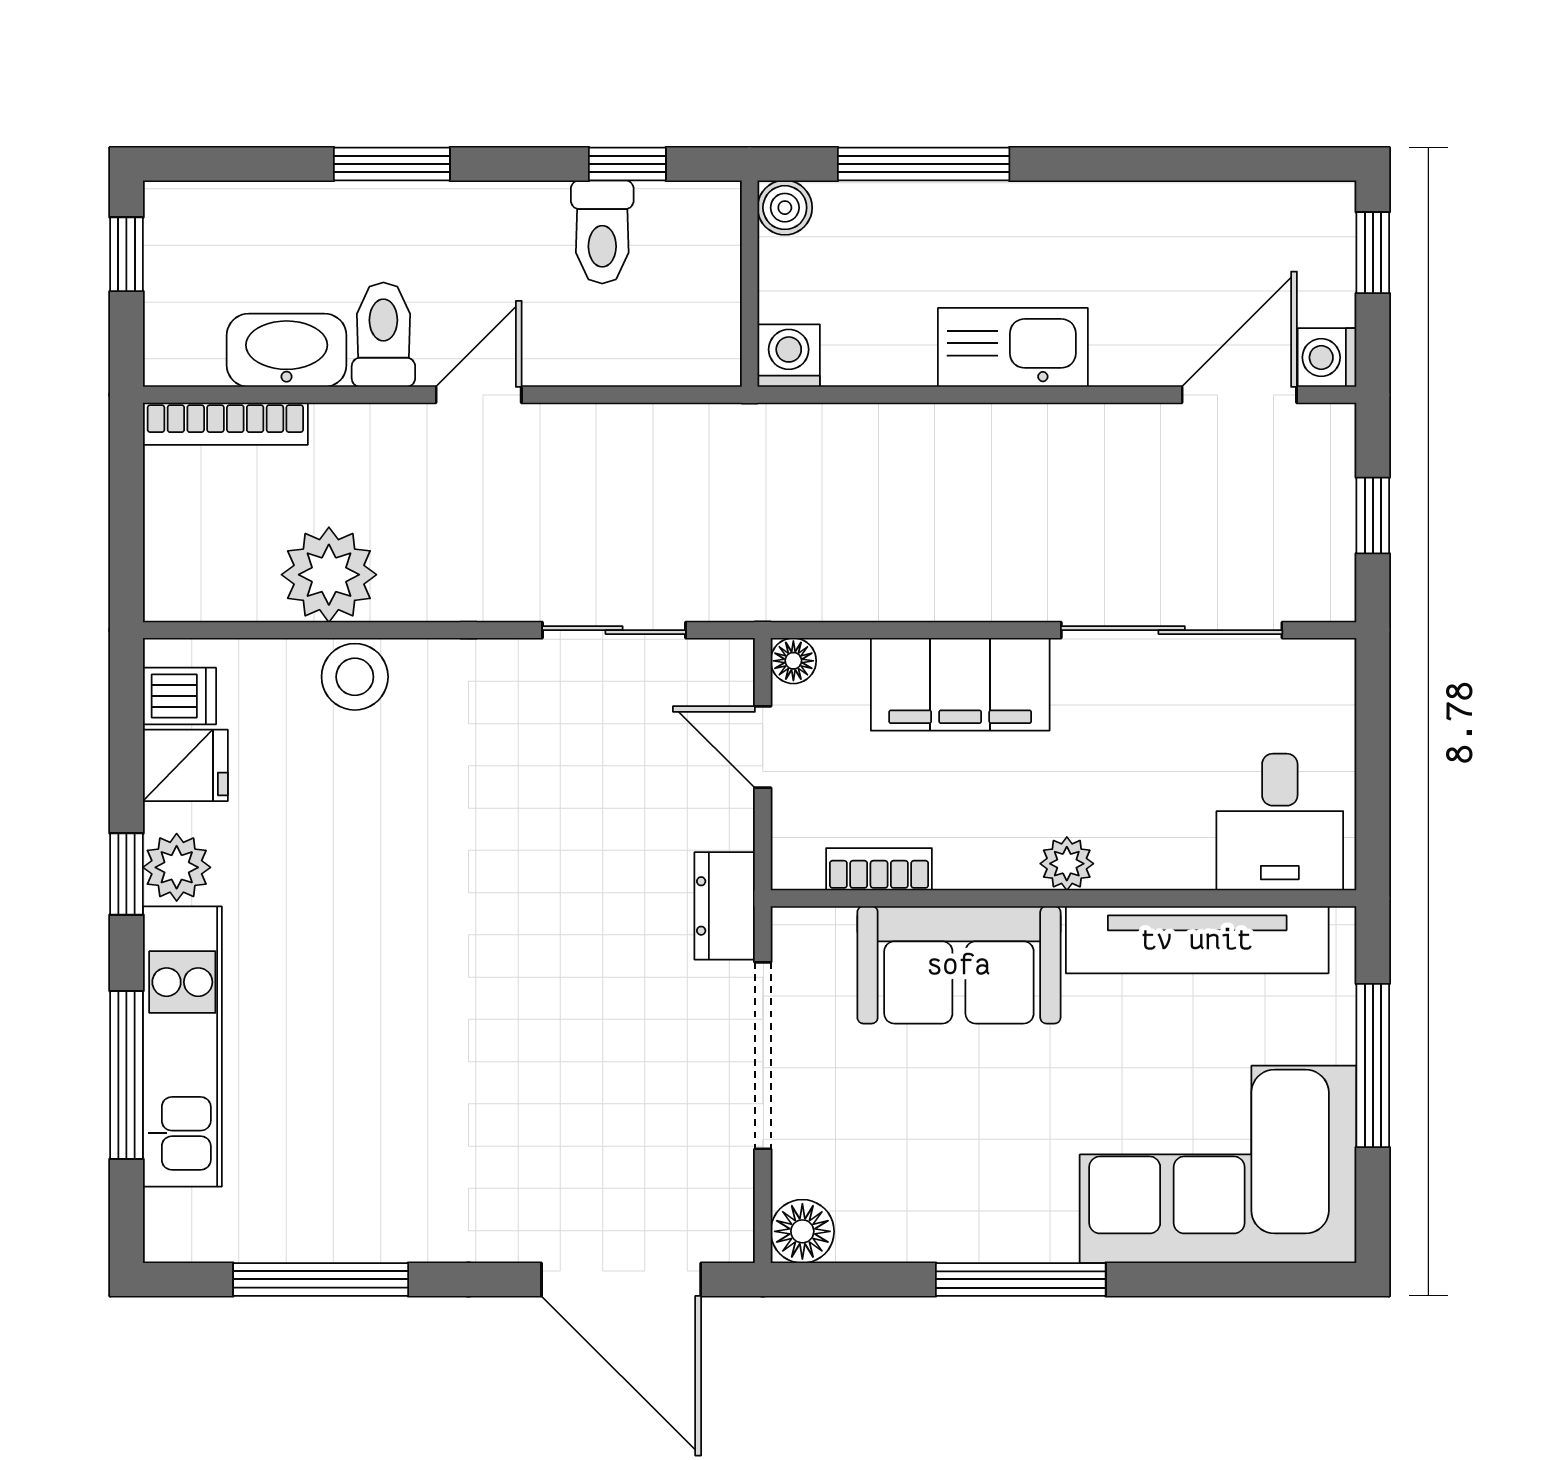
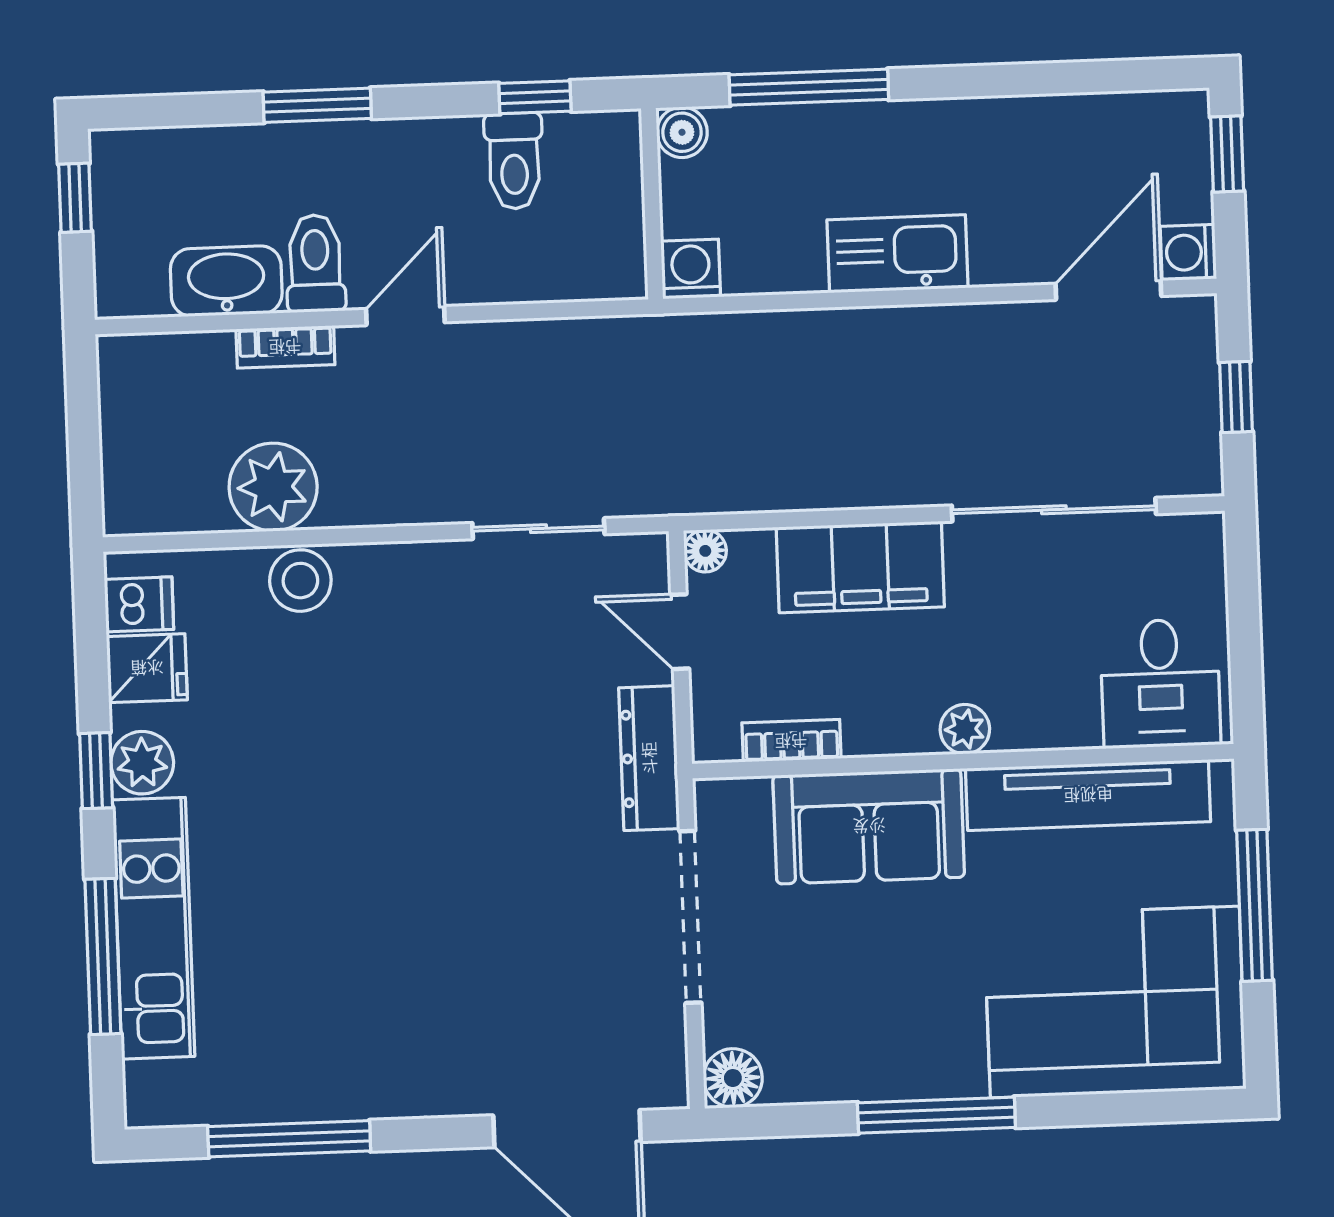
bookcase: (225, 424) -> (285, 347), moved, width x0.64
dresser: (725, 906) -> (649, 758), width x1.44

